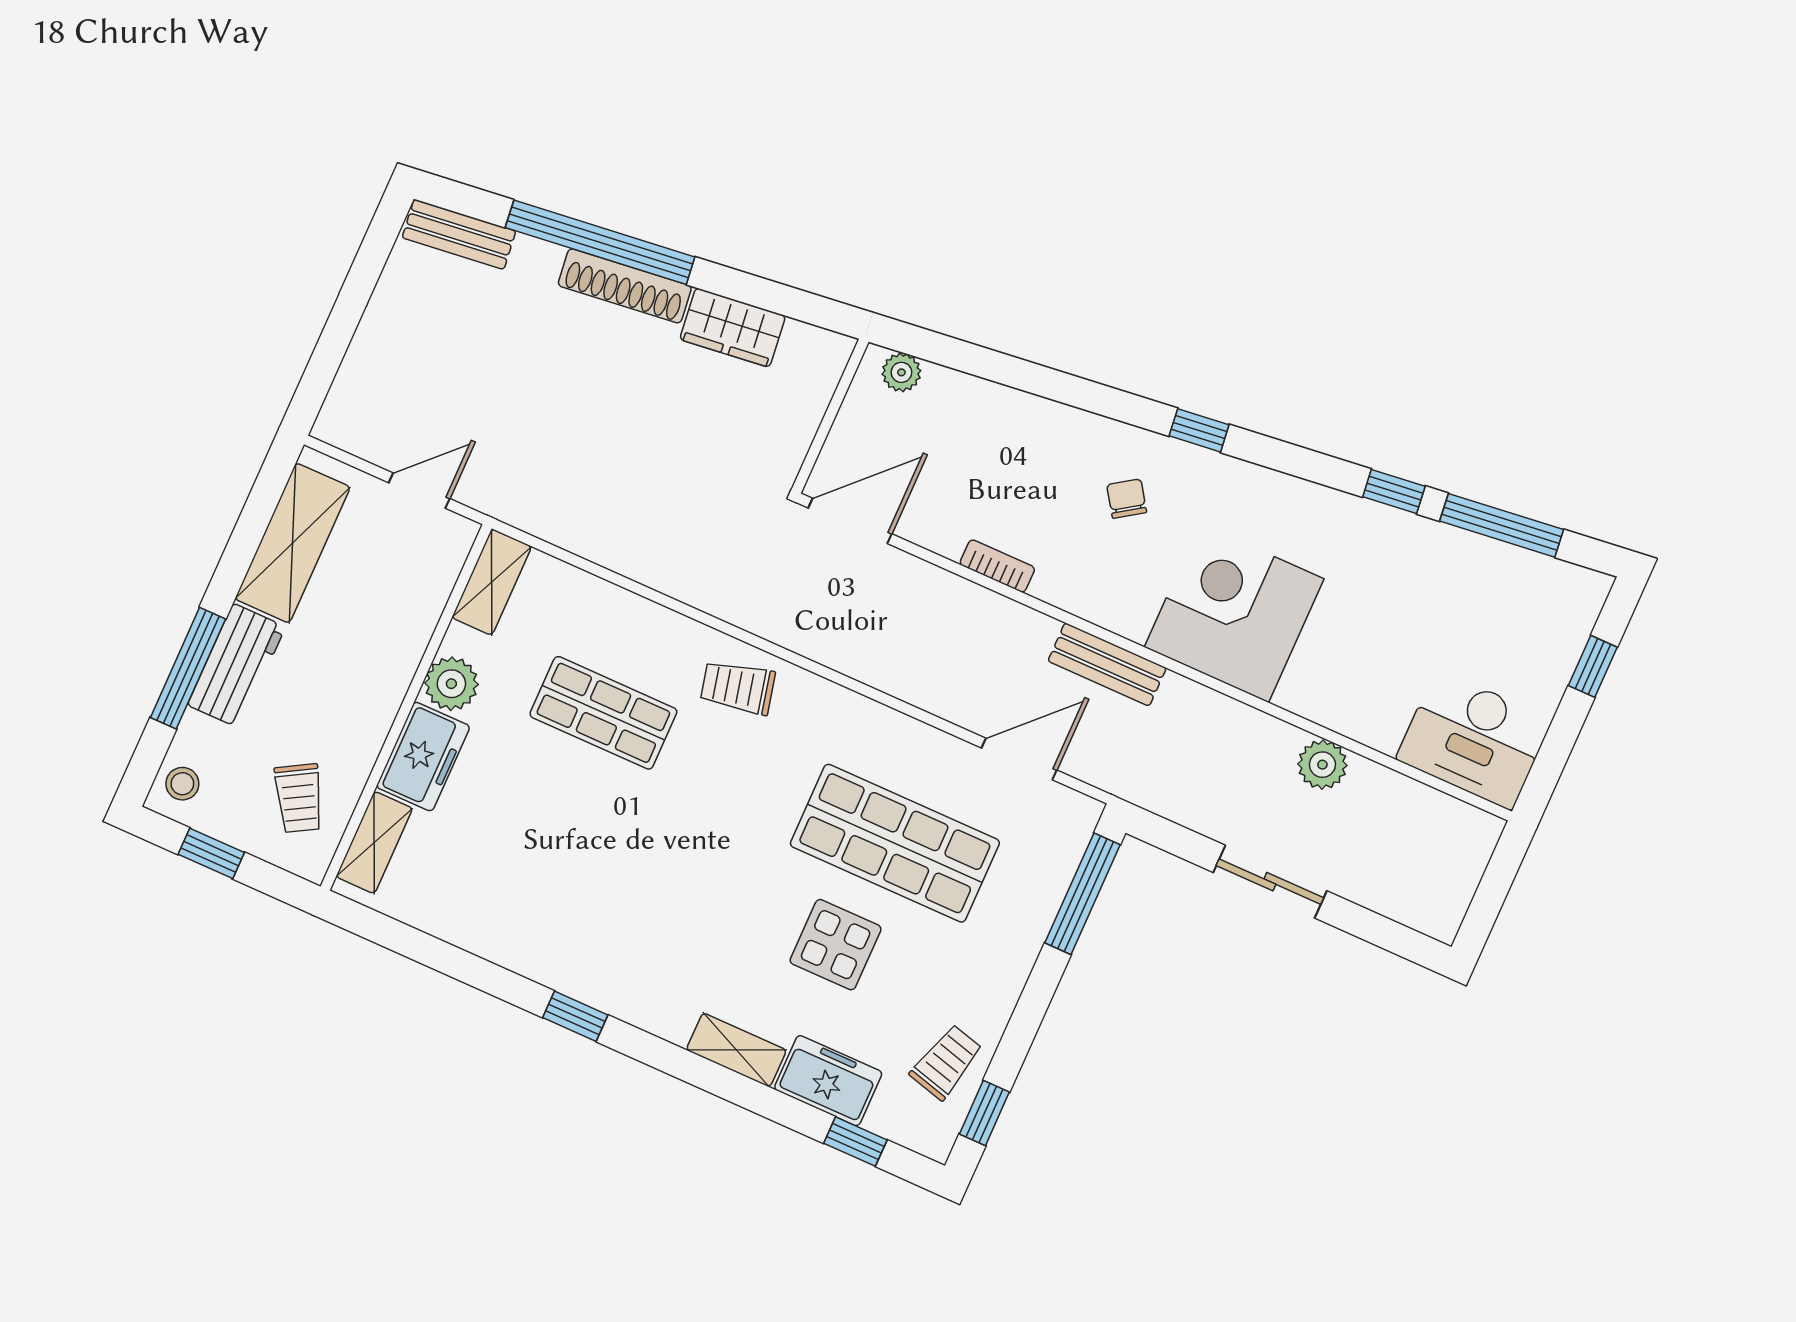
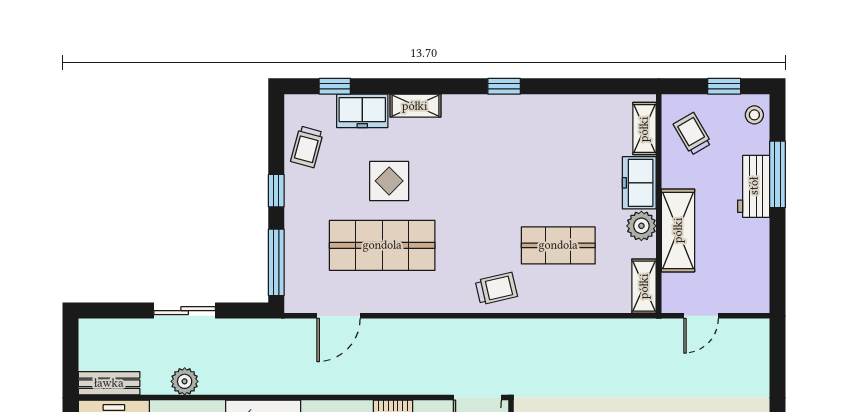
shelving: (293, 543) -> (678, 230), moved
bench: (1107, 664) -> (109, 383), moved
window: (984, 1113) -> (276, 191), moved

